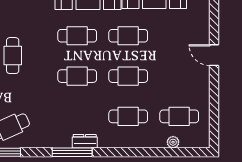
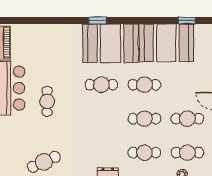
cafe table: (77, 76) -> (187, 119), moved

